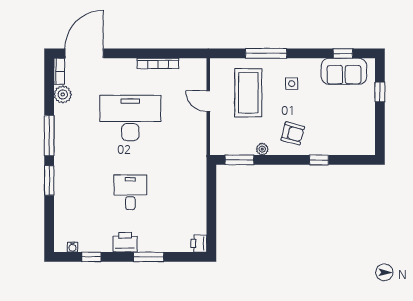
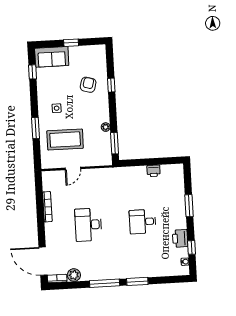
window: (266, 53) -> (36, 128), width x0.69
sofa: (344, 71) -> (52, 57), moved, turned 90
window: (380, 92) -> (71, 43), moved
desk: (130, 118) -> (88, 225), width x0.73, depth x0.77
armchair: (293, 133) -> (88, 85), moved
printer: (125, 242) -> (180, 238), moved
printer: (199, 244) -> (154, 171), moved

